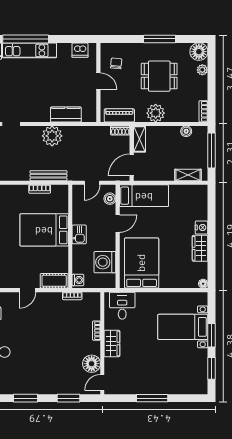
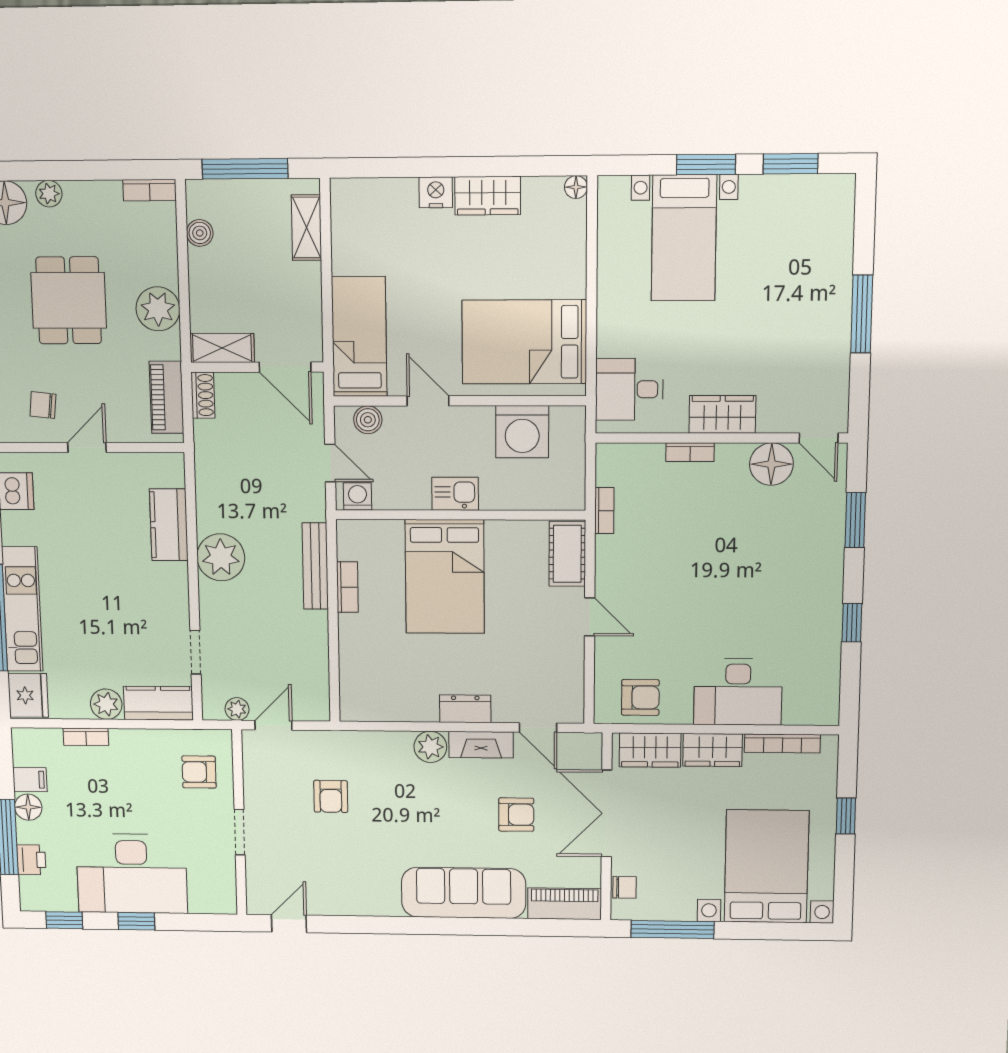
washing machine: (78, 280) -> (358, 496), moved
window: (25, 398) -> (852, 623), width x0.67

